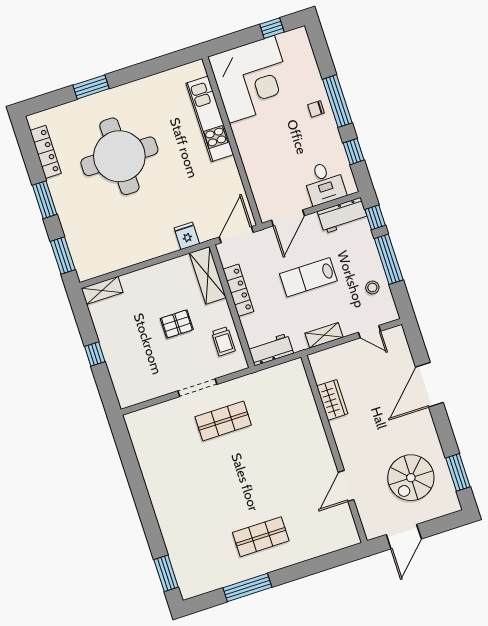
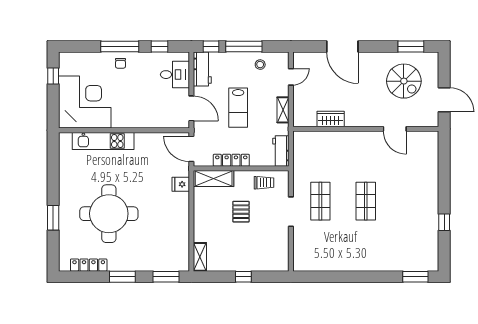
shop shelf: (261, 537) -> (366, 201), moved
window: (247, 588) -> (444, 222), width x0.46

